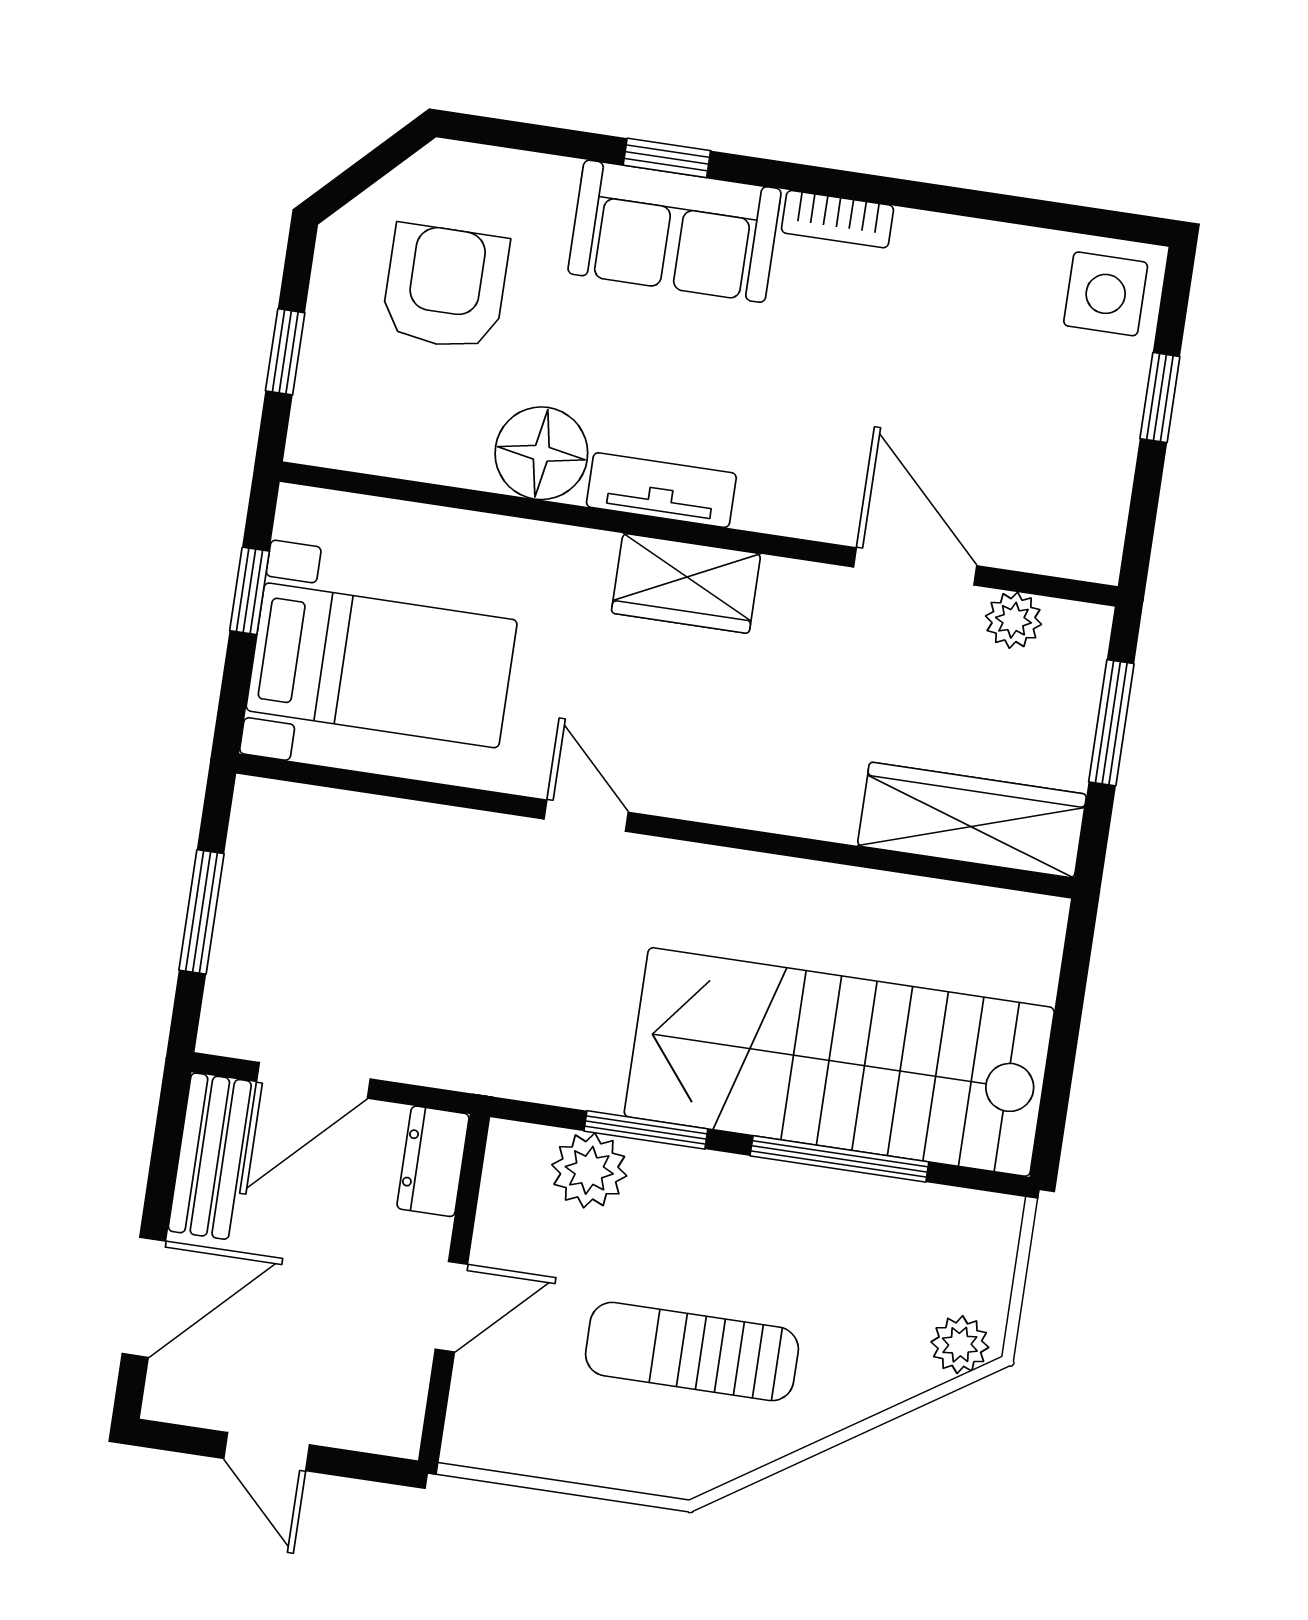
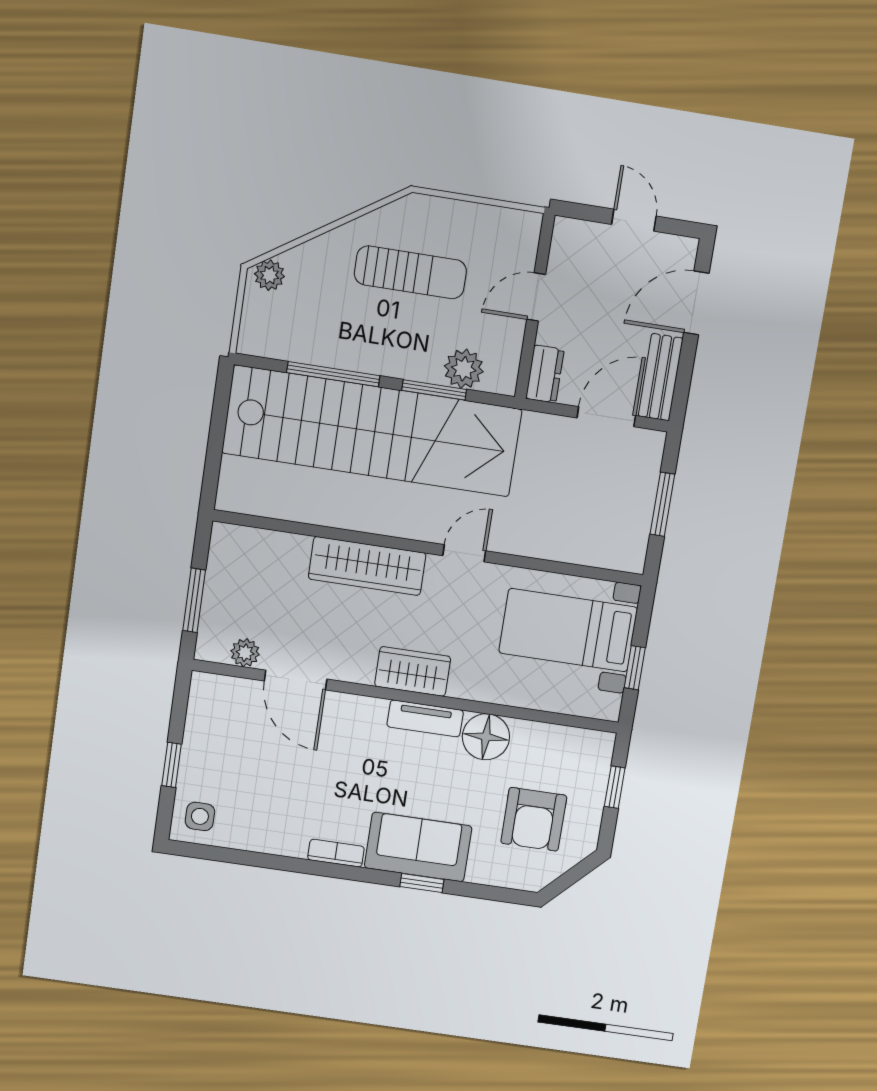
side table: (1106, 294) -> (200, 816), width x0.73, depth x0.73
door: (586, 816) -> (464, 553), swing flipped
wardrobe: (972, 820) -> (367, 566), moved
stairs: (839, 1062) -> (372, 431), width x1.36

